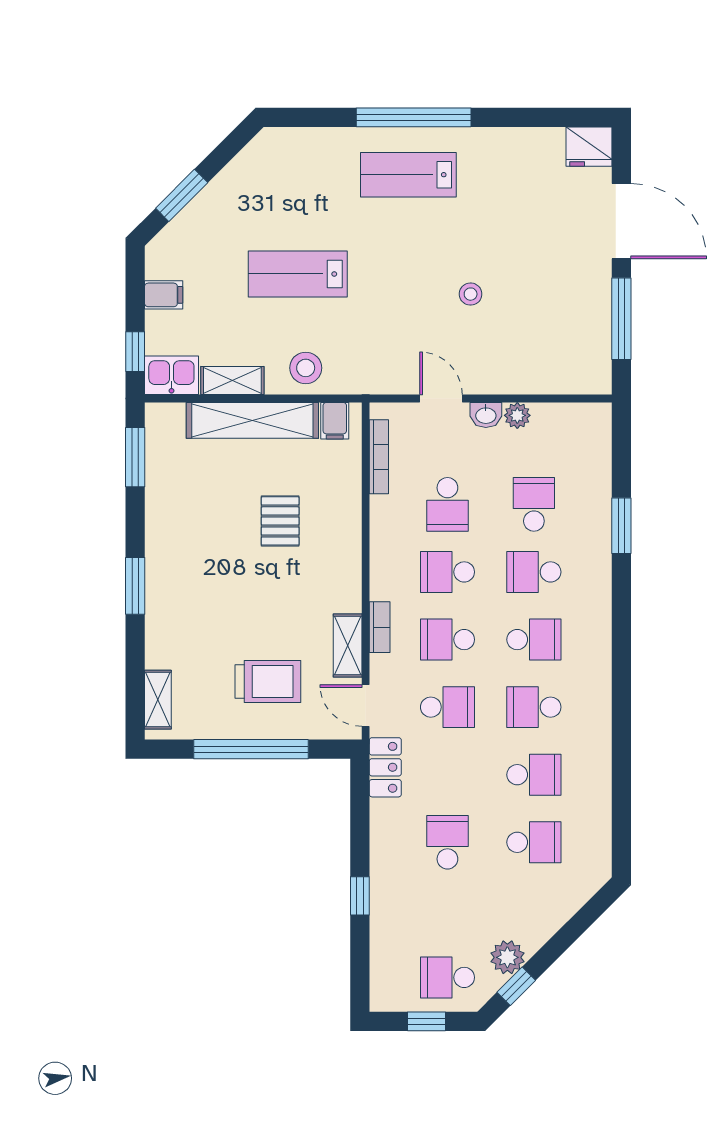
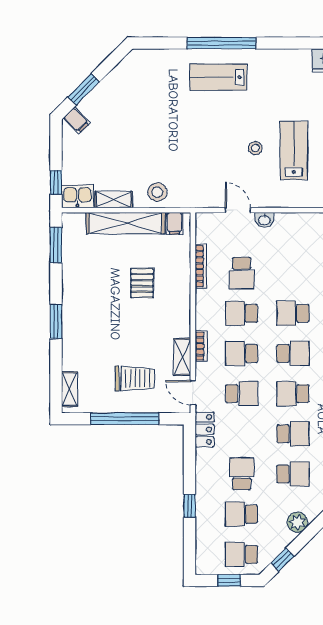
lab bench: (298, 274) -> (294, 150), moved, turned 90
filing cabinet: (164, 295) -> (76, 120), moved, turned 45
plant: (517, 415) -> (283, 220), removed
bookcase: (379, 457) -> (201, 266), moved
school desk: (534, 504) -> (242, 514), moved, turned -90
plant: (507, 957) -> (297, 522), moved

